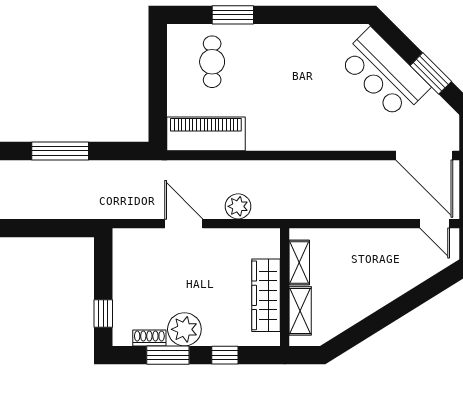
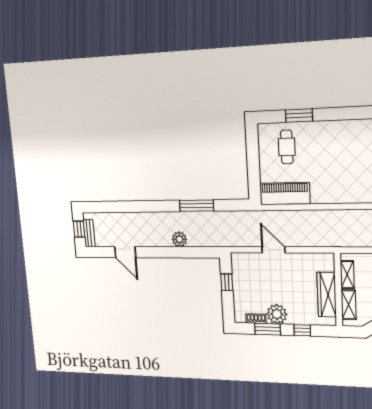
plant: (238, 206) -> (179, 239), moved
window: (103, 313) -> (227, 282), moved

